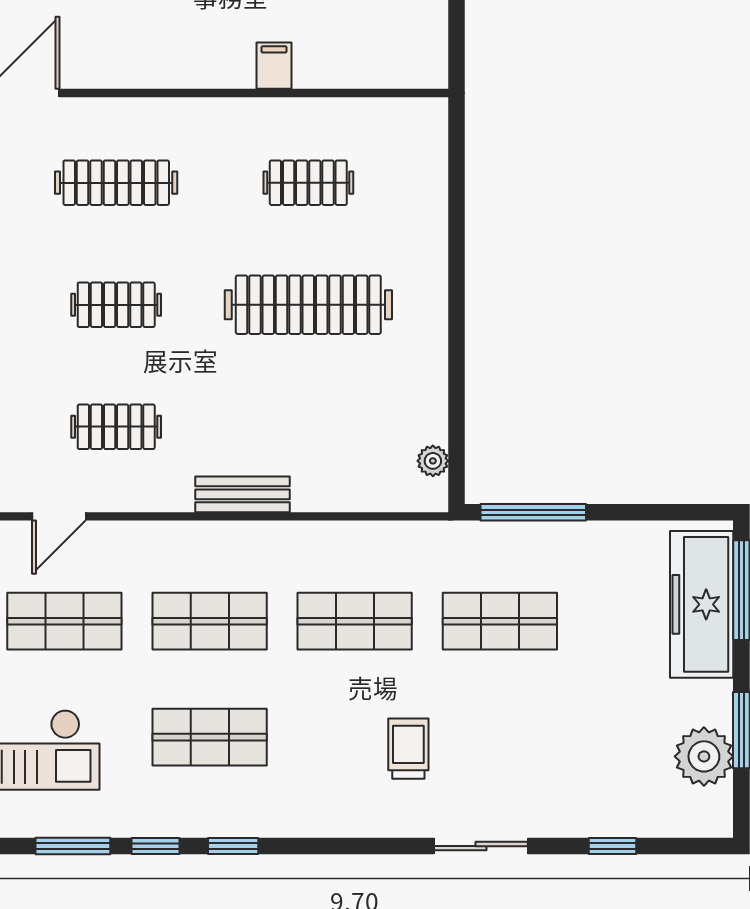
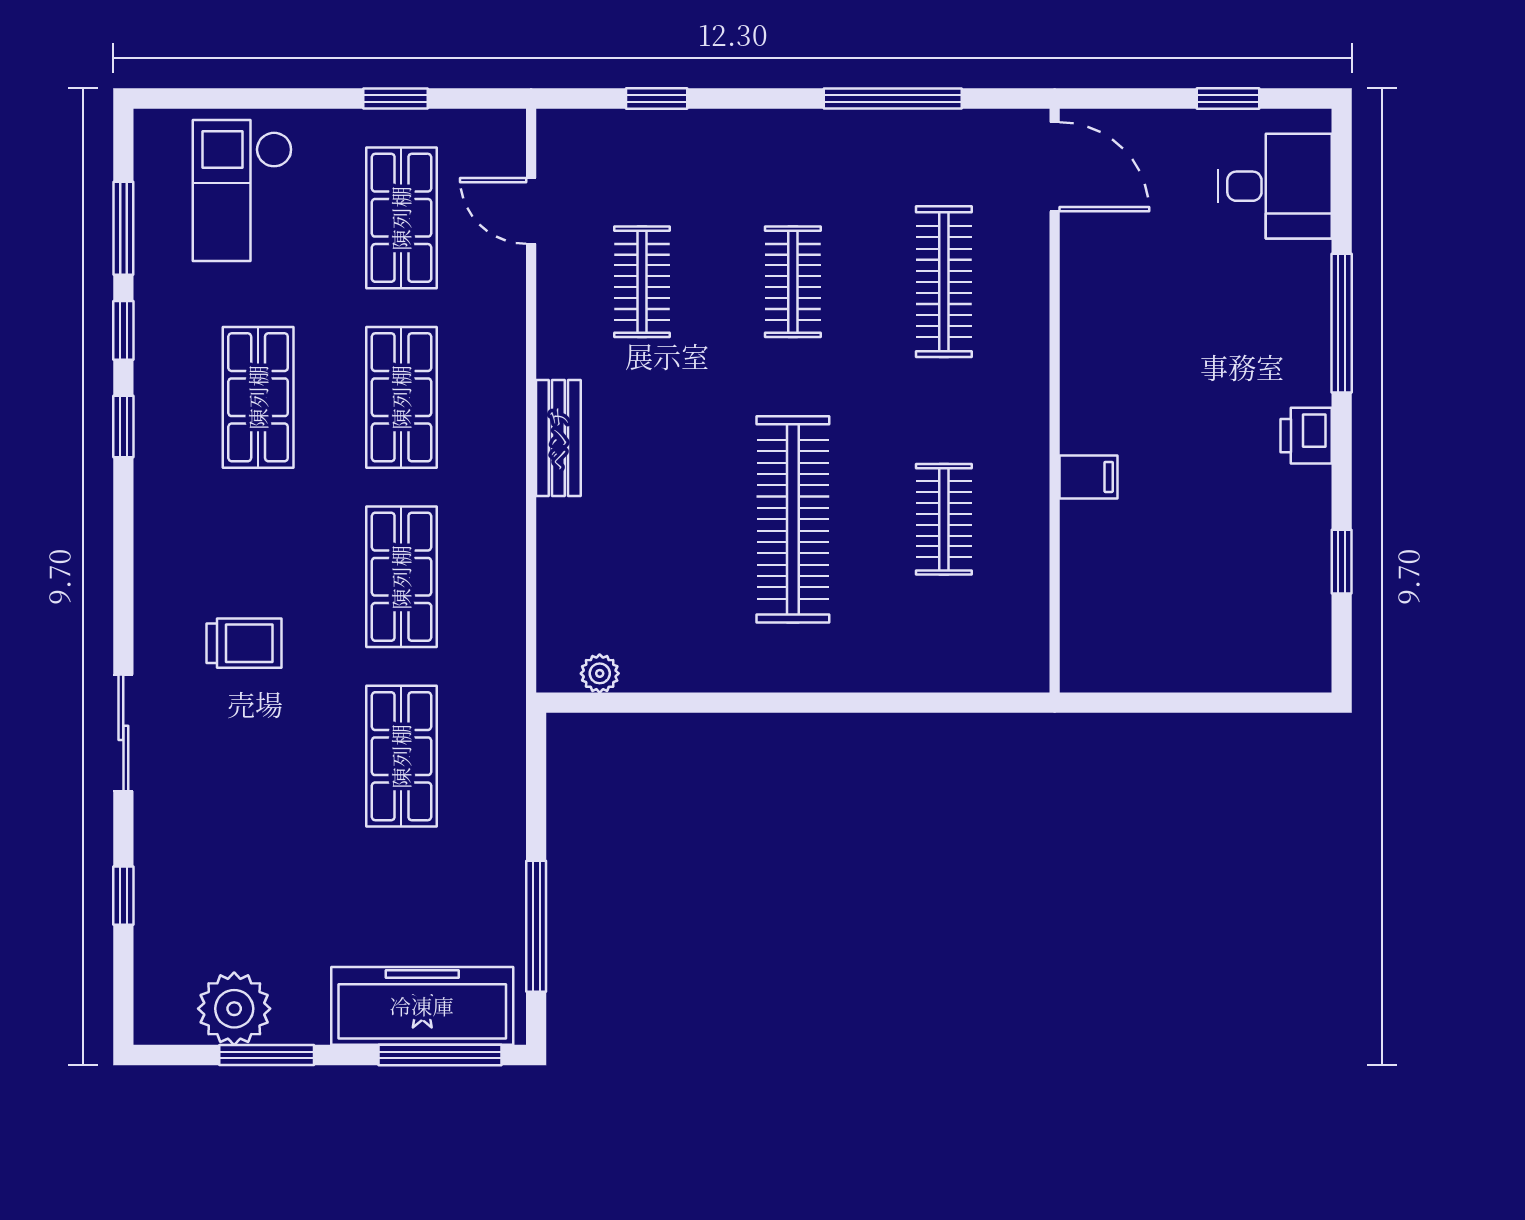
window: (533, 512) -> (536, 926), moved

